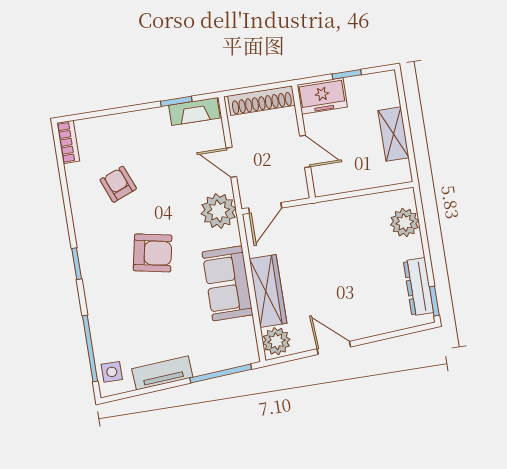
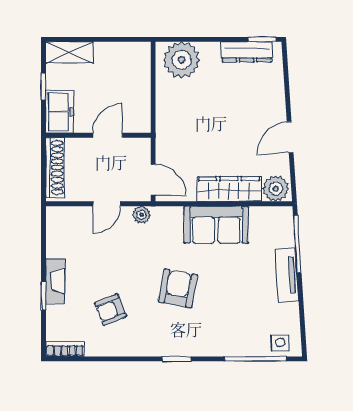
window: (176, 101) -> (44, 295), moved
fireplace: (194, 112) -> (55, 281), moved
shelving: (394, 134) -> (70, 52), moved
plant: (219, 211) -> (142, 215), width x0.53, depth x0.53
plant: (405, 223) -> (182, 60), width x1.36, depth x1.36
tv unit: (162, 373) -> (287, 275), moved

